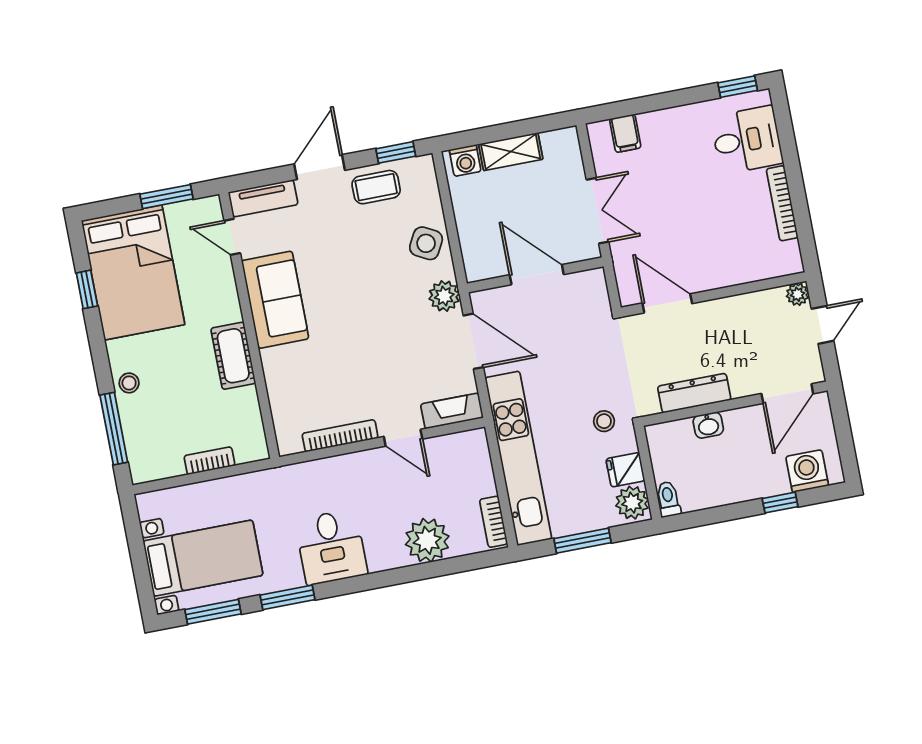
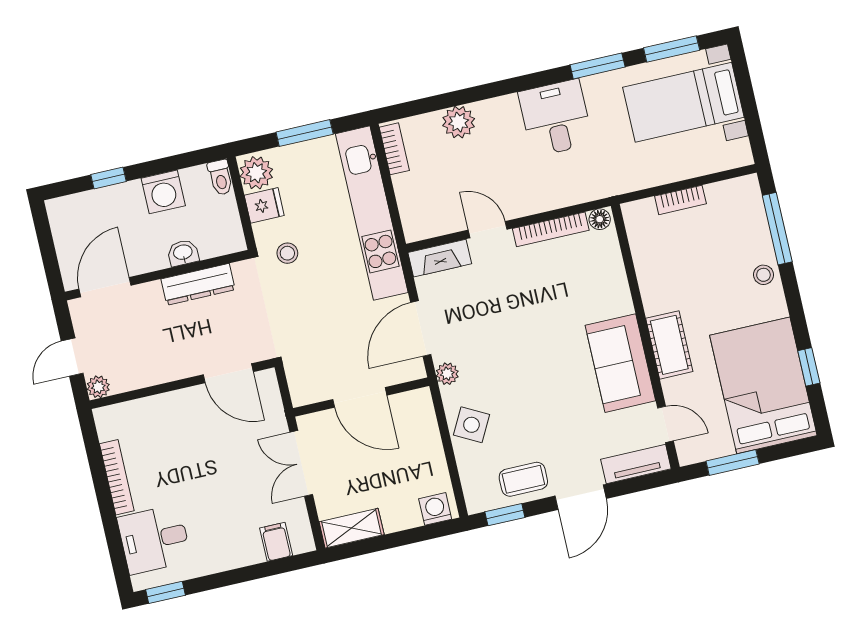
shelving: (511, 152) -> (352, 528), moved
plant: (444, 296) -> (447, 374), width x0.73, depth x0.73
door: (473, 341) -> (421, 328), hinge flipped
cot: (233, 356) -> (669, 345), moved
floor lamp: (291, 444) -> (600, 219), added
washing machine: (807, 471) -> (163, 192), moved
plant: (427, 540) -> (459, 122), width x0.73, depth x0.73

